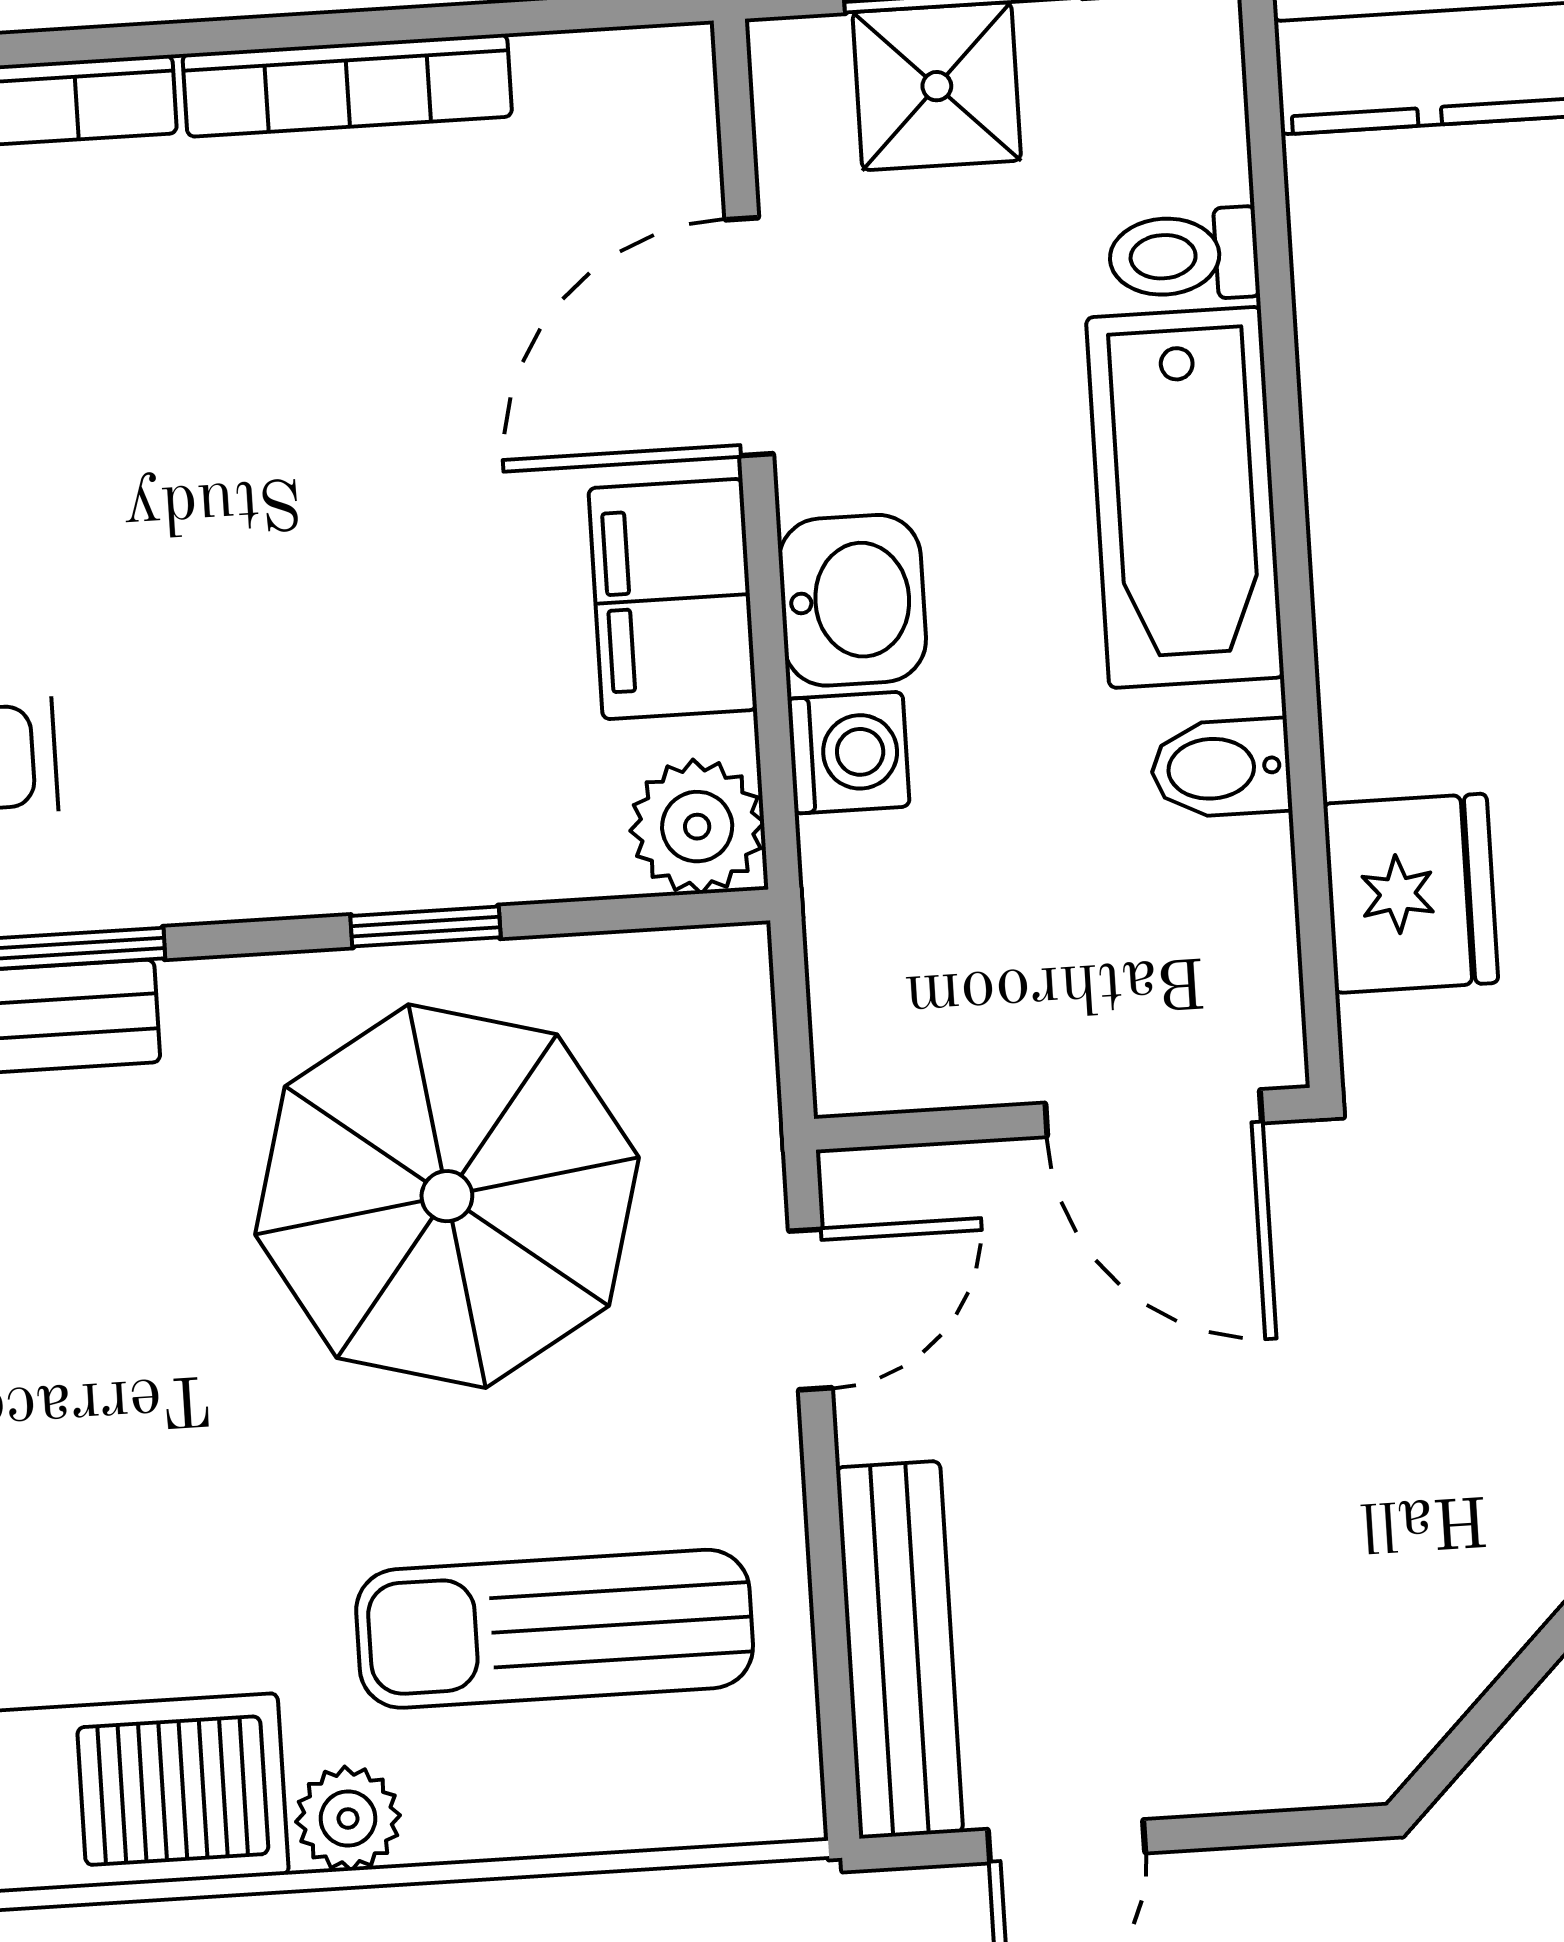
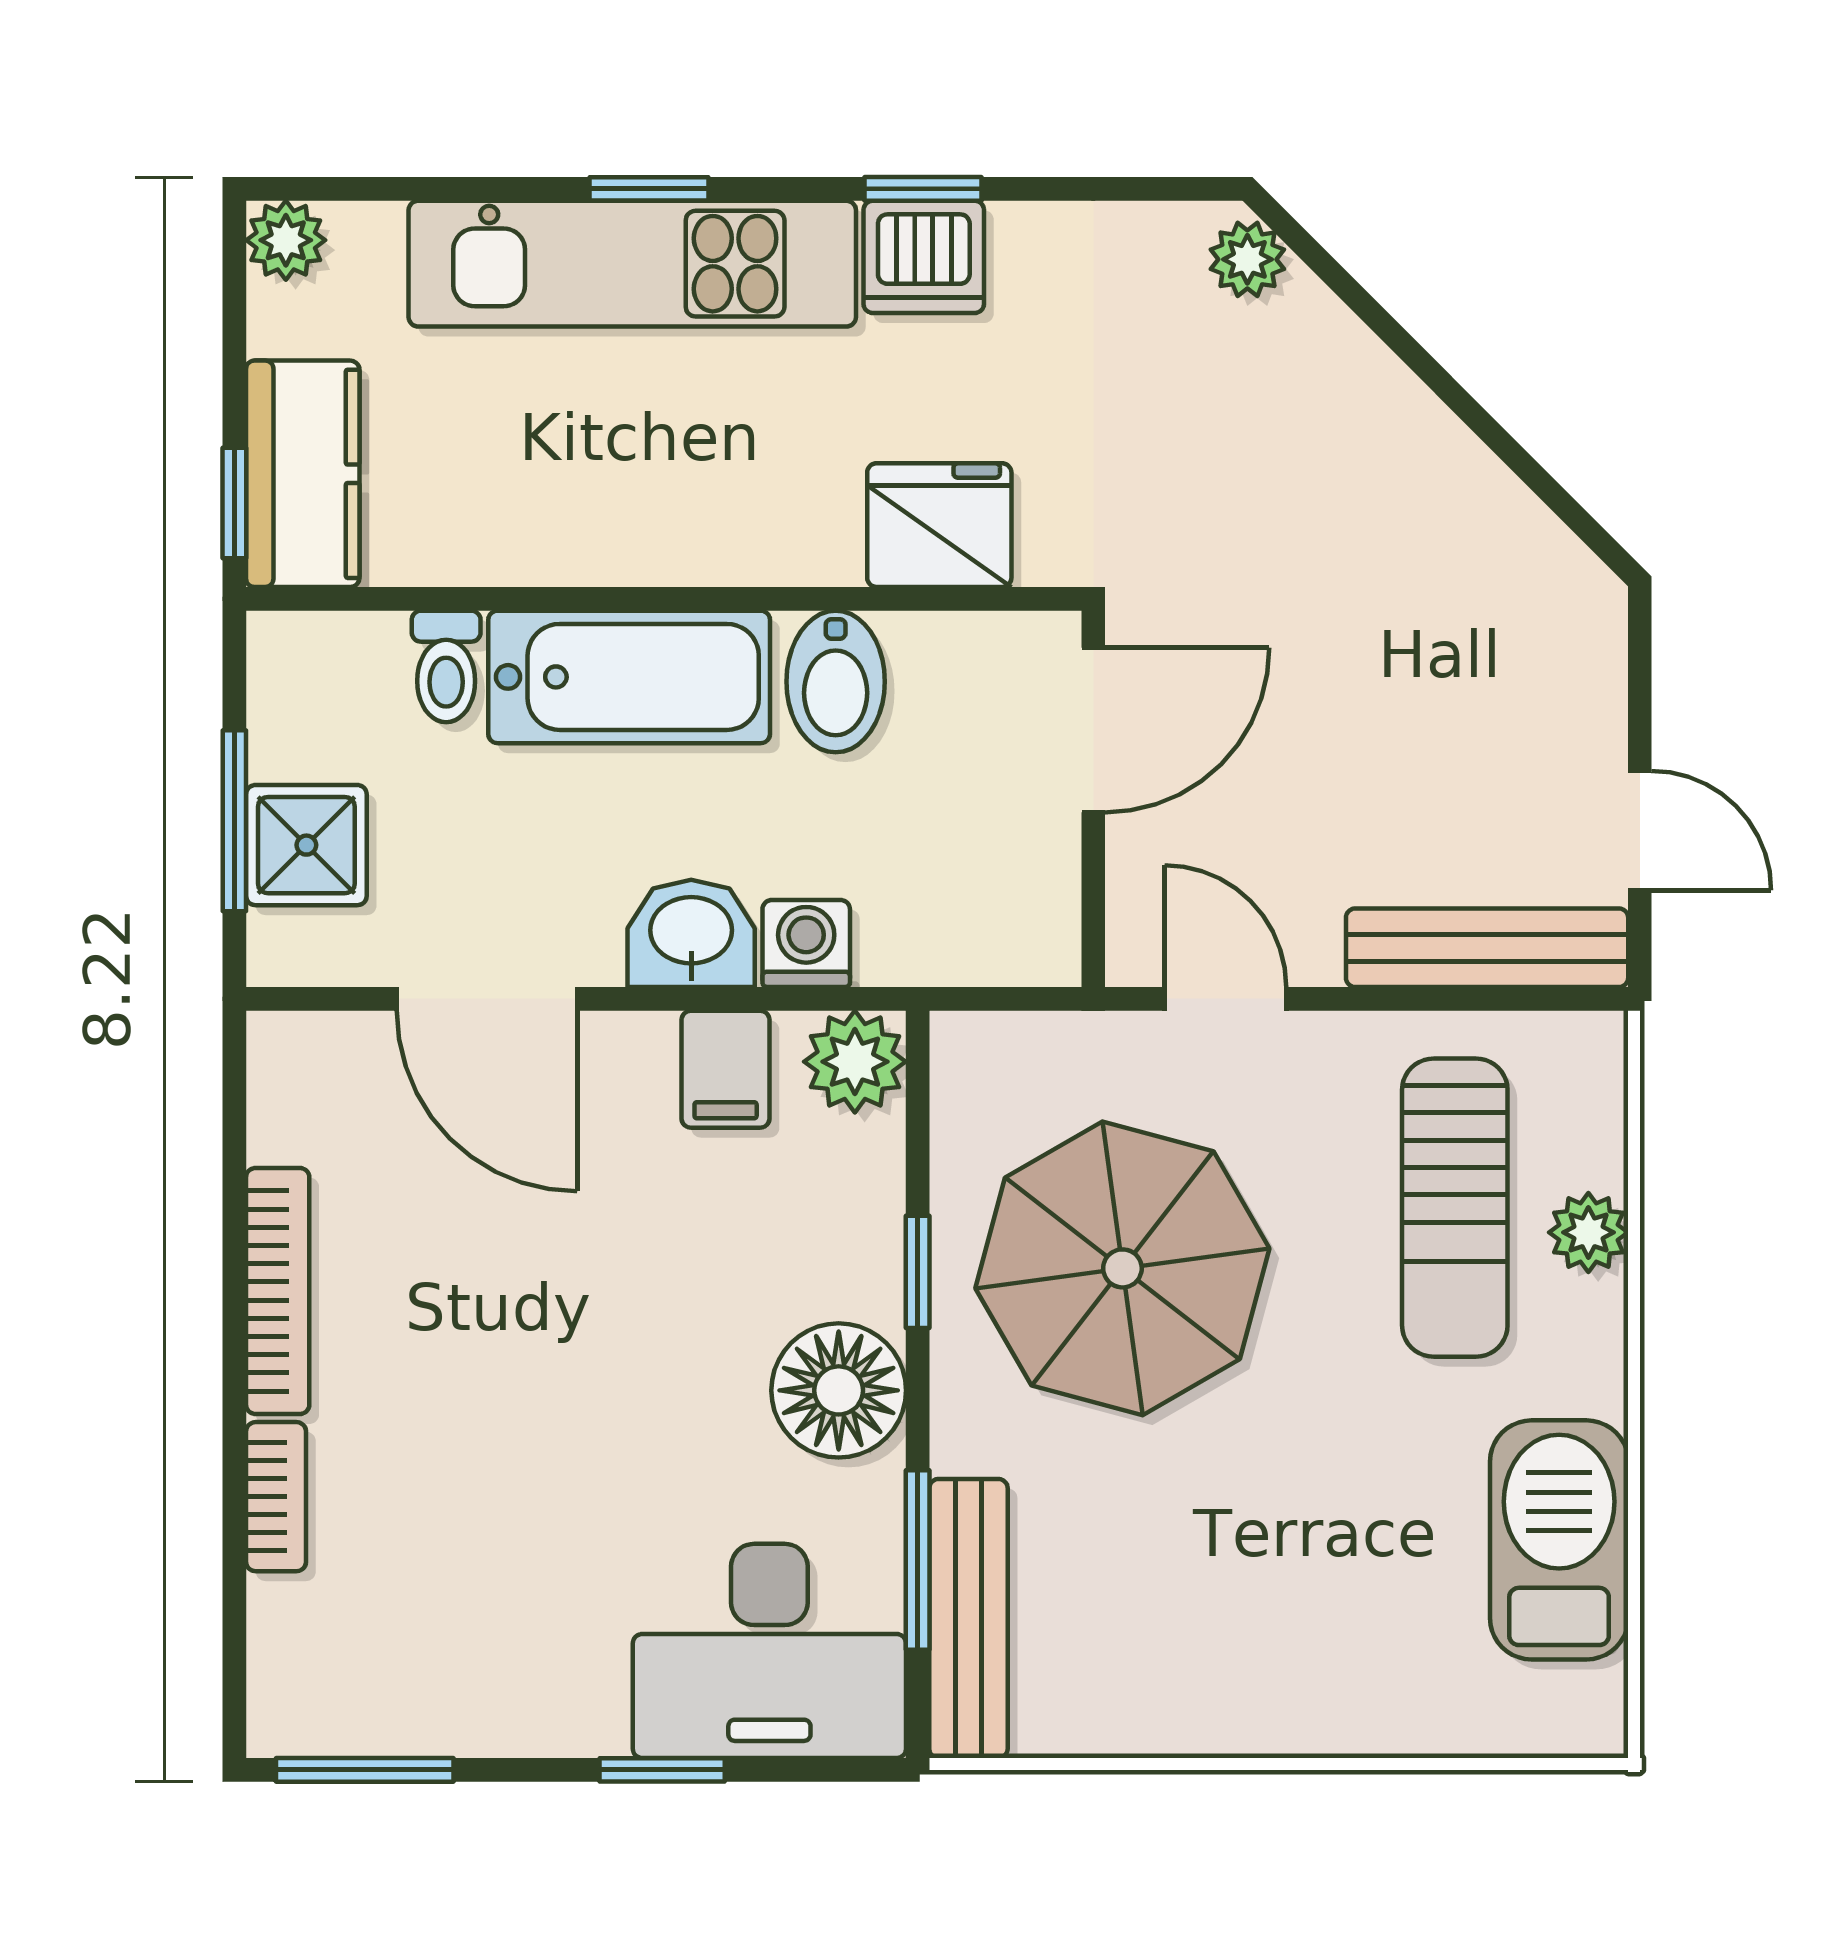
filing cabinet: (673, 599) -> (726, 1069), width x0.50
bidet: (1221, 768) -> (836, 682), width x1.38, depth x1.36
floor lamp: (263, 832) -> (839, 1390), added
plant: (348, 1818) -> (1588, 1232), moved

